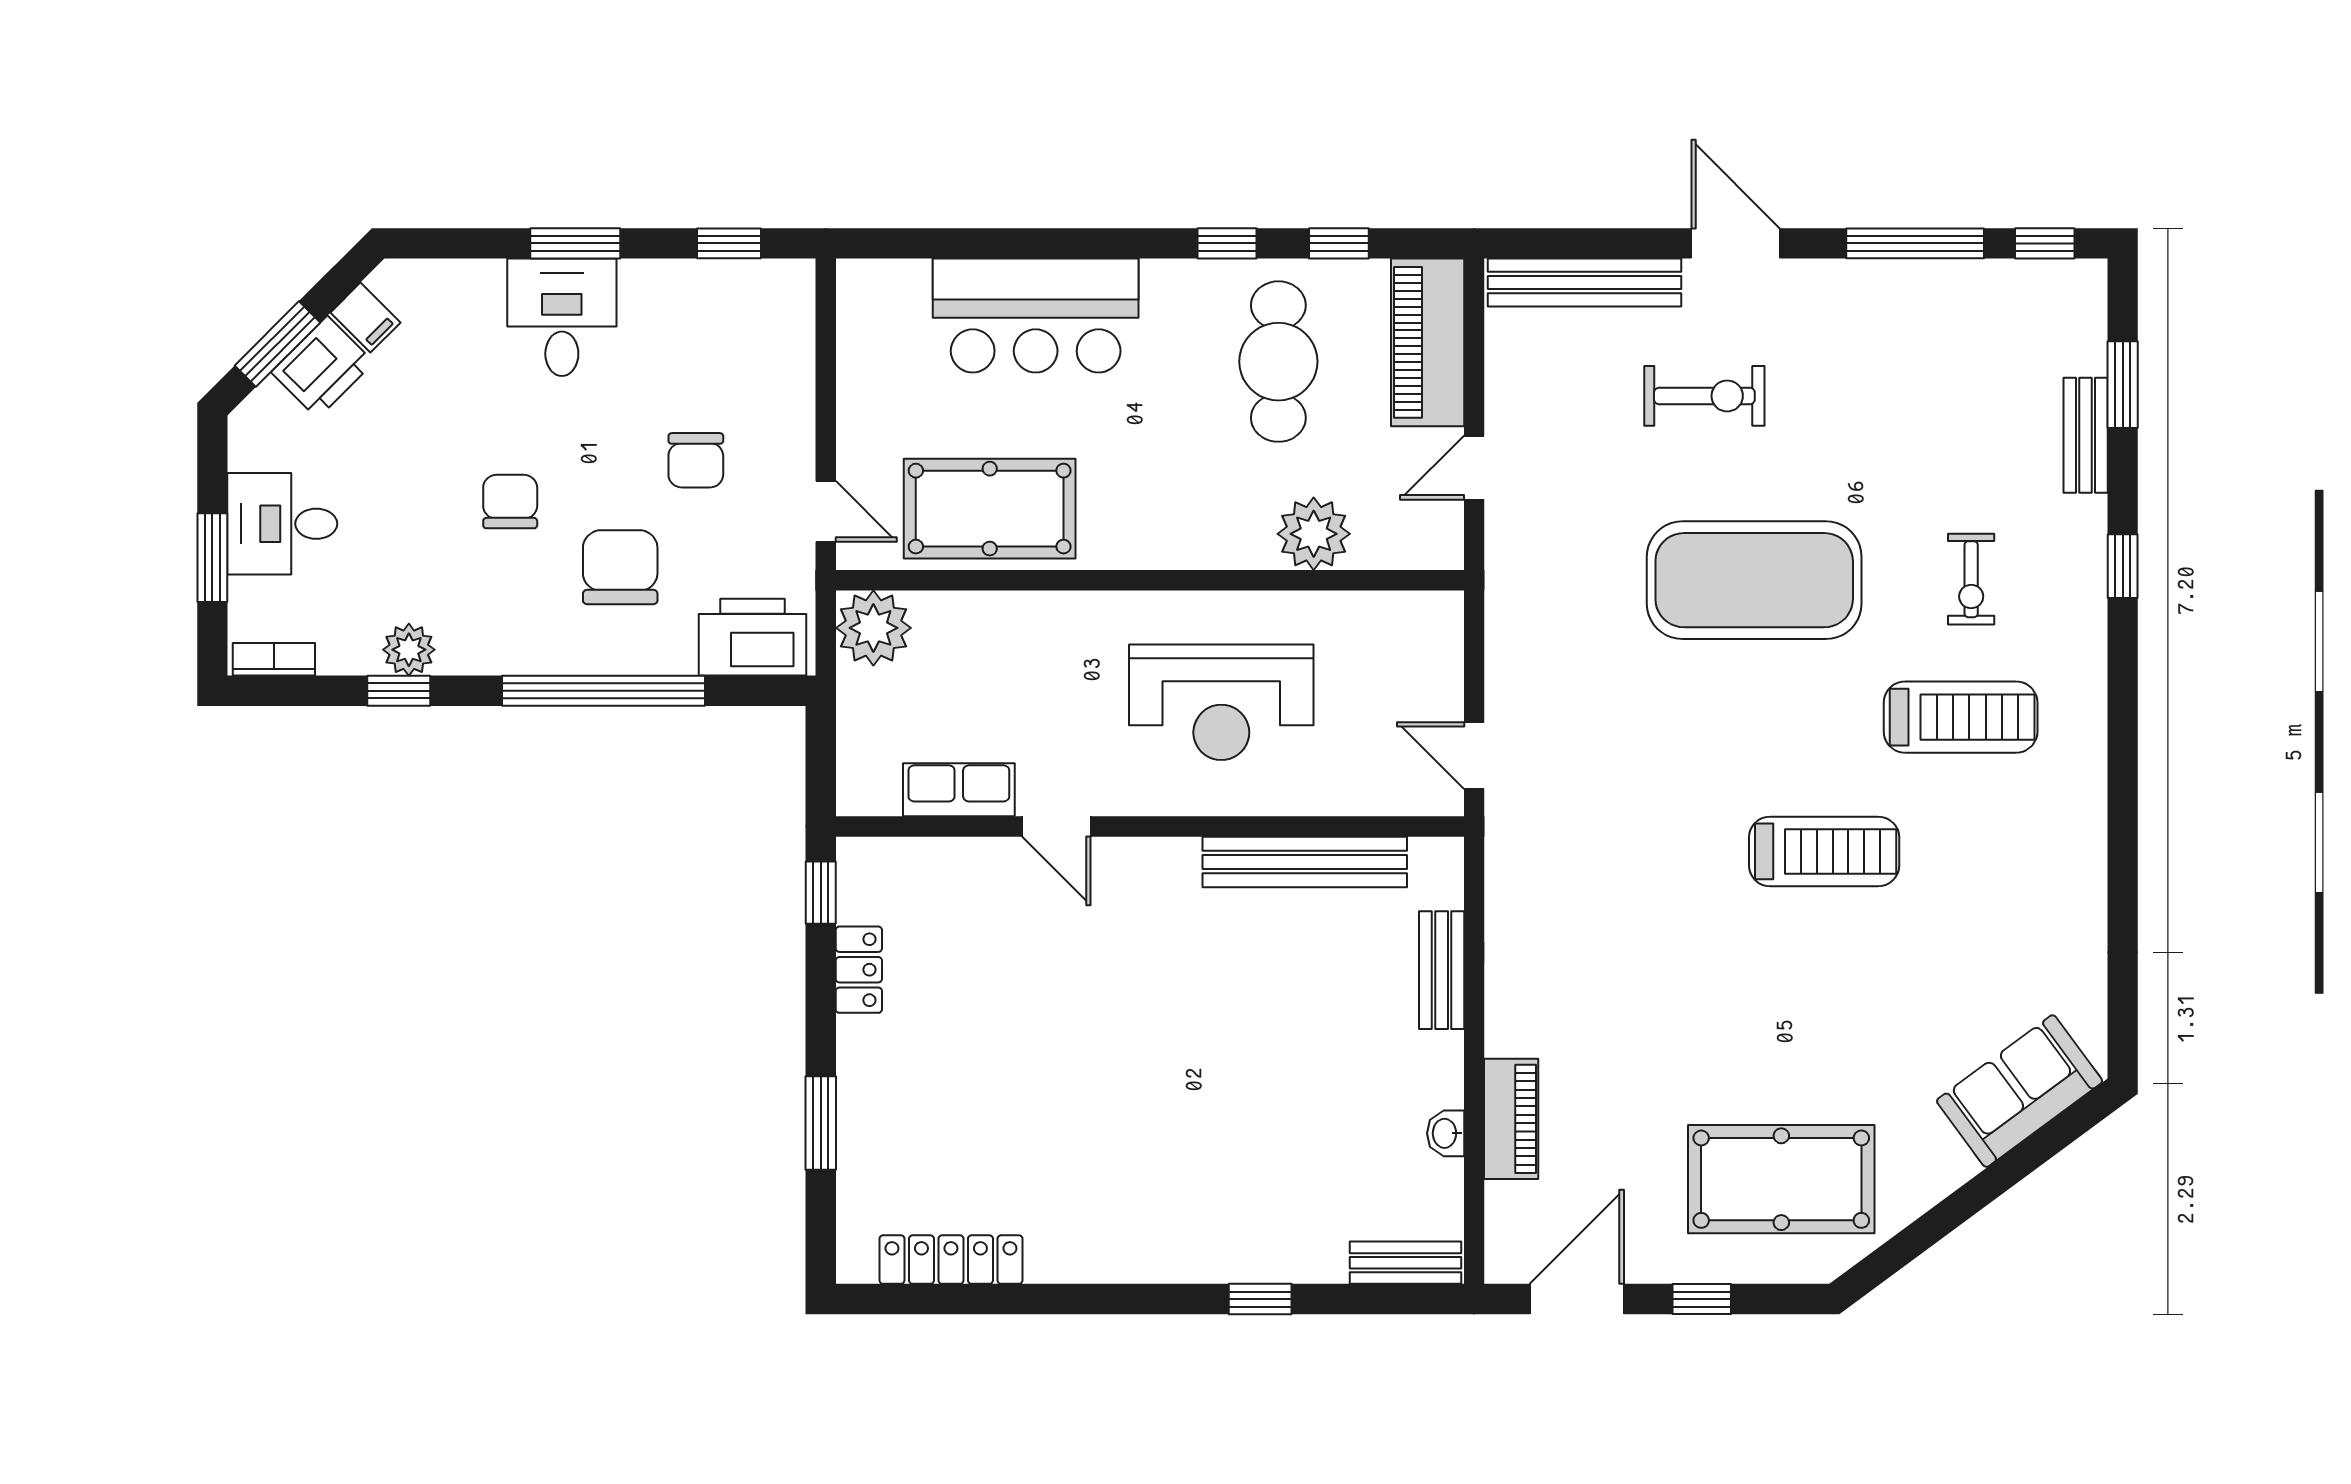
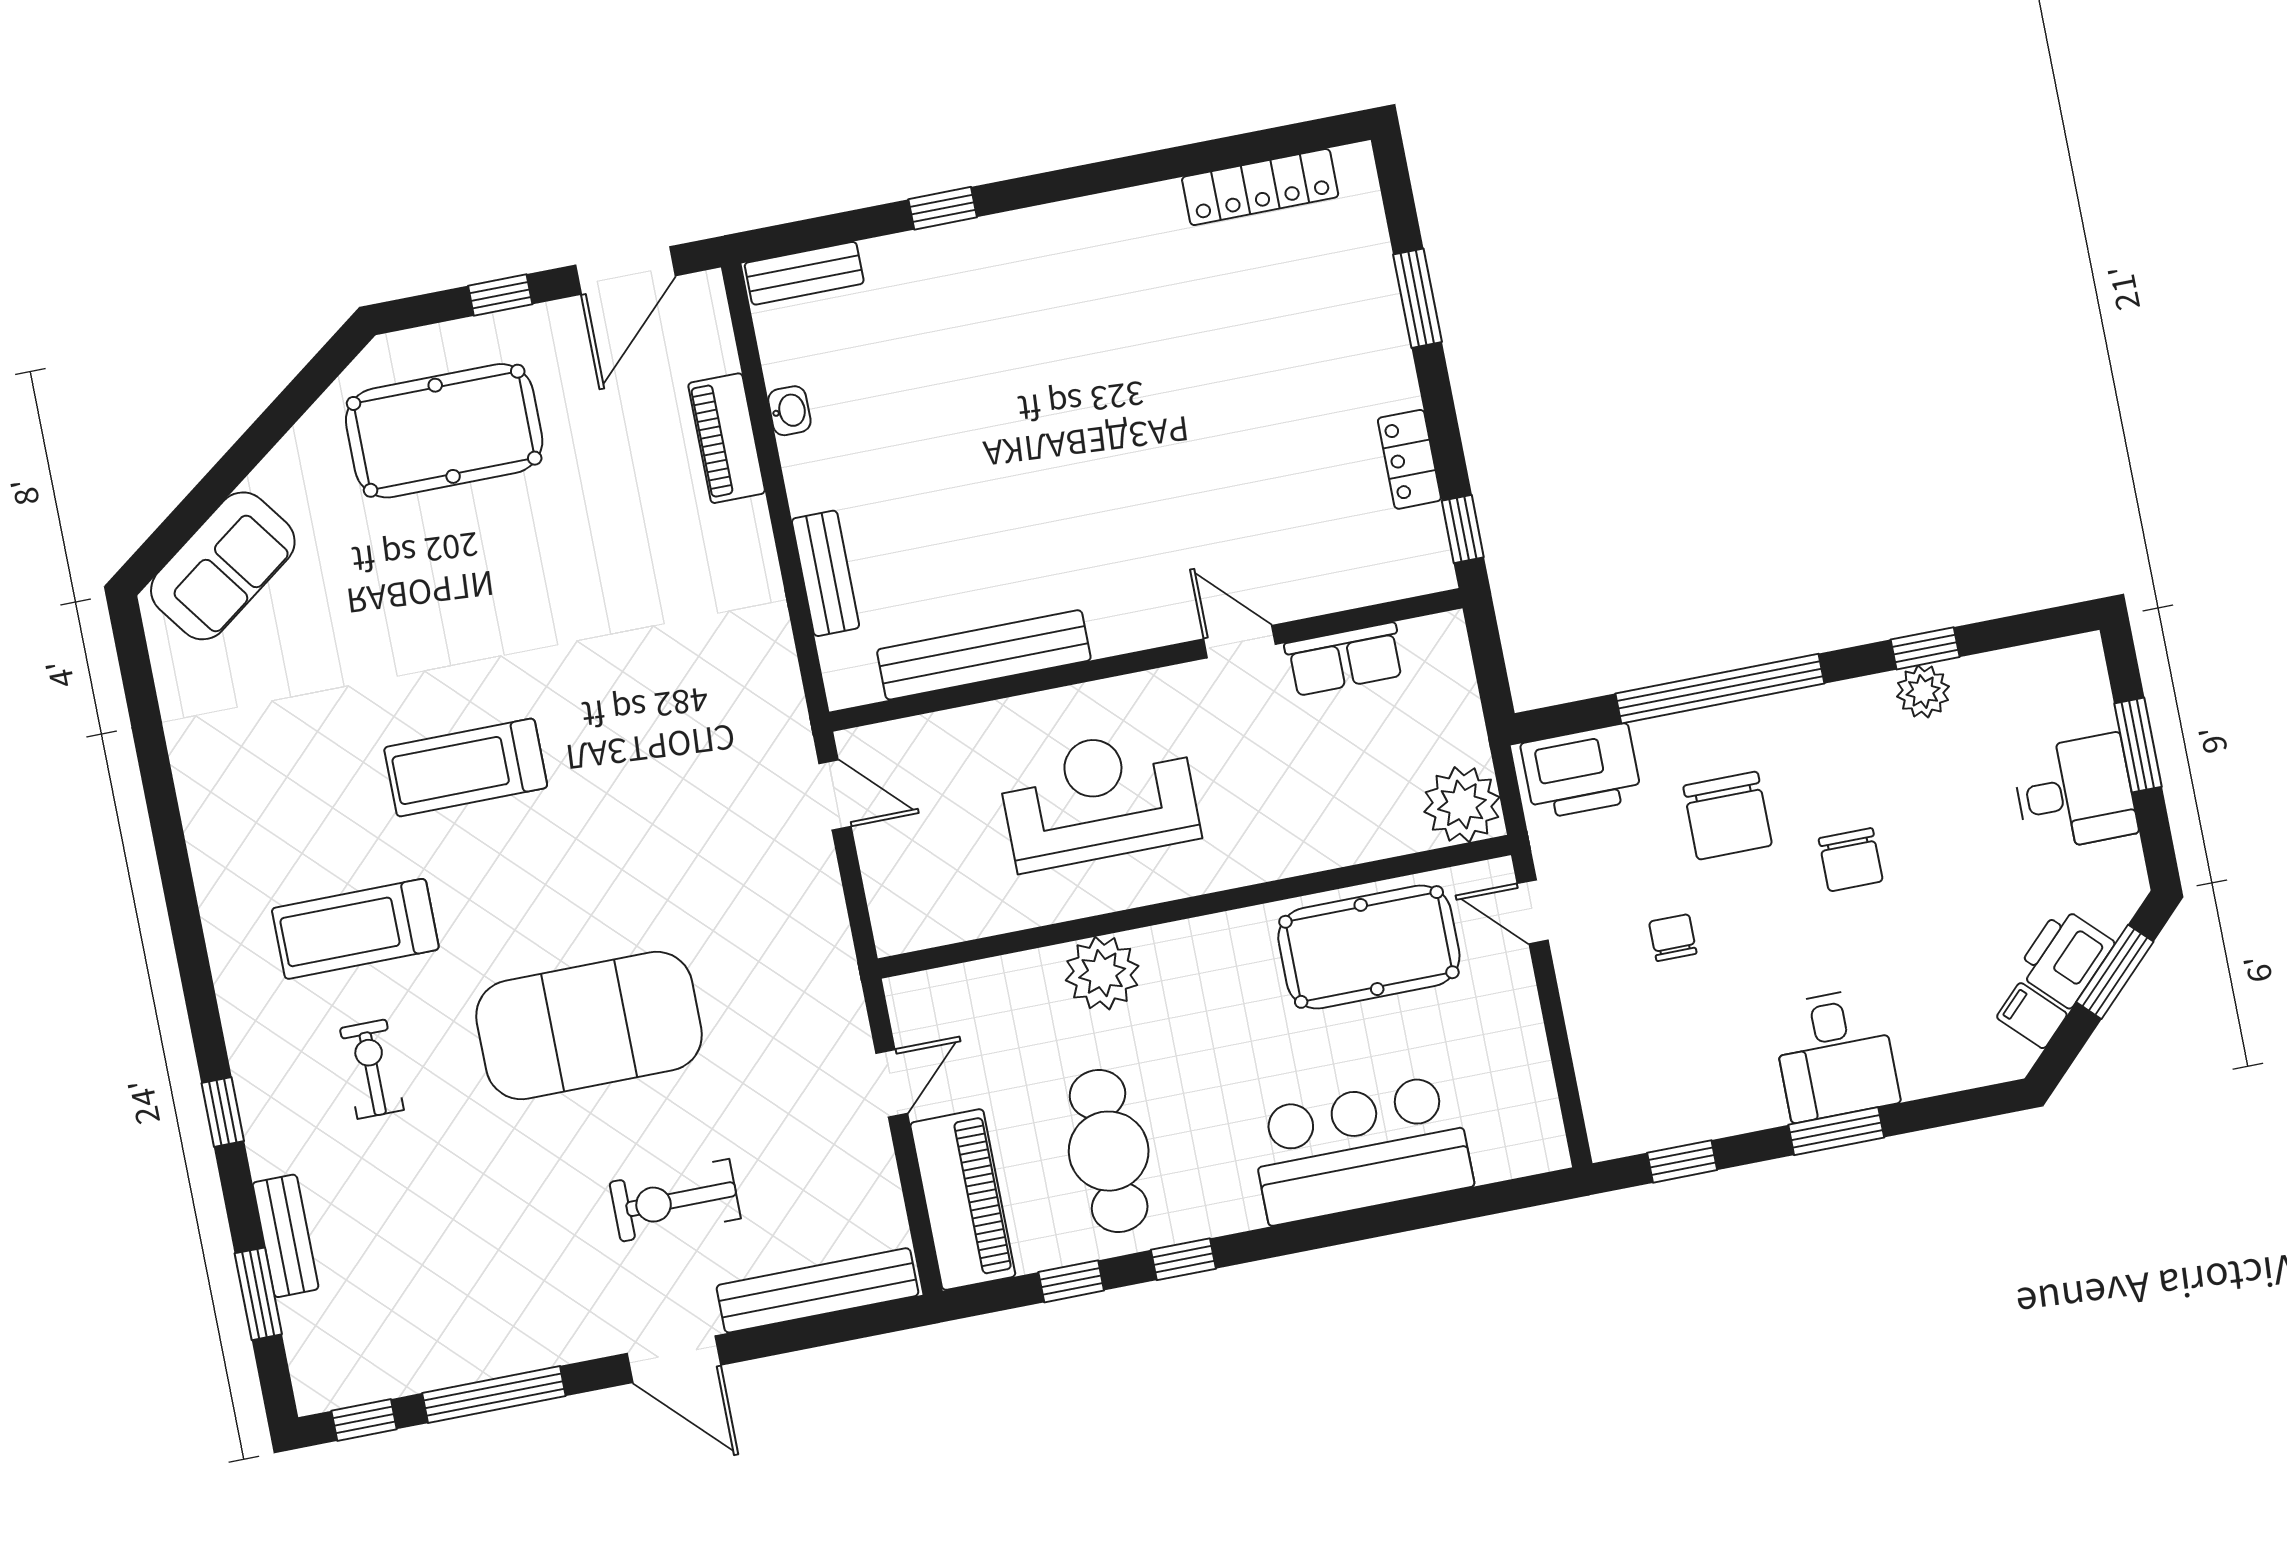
chair: (696, 460) -> (1673, 938), width x0.73, depth x0.73
plant: (1314, 534) -> (1102, 973), moved
bookcase: (274, 659) -> (2056, 655), removed

